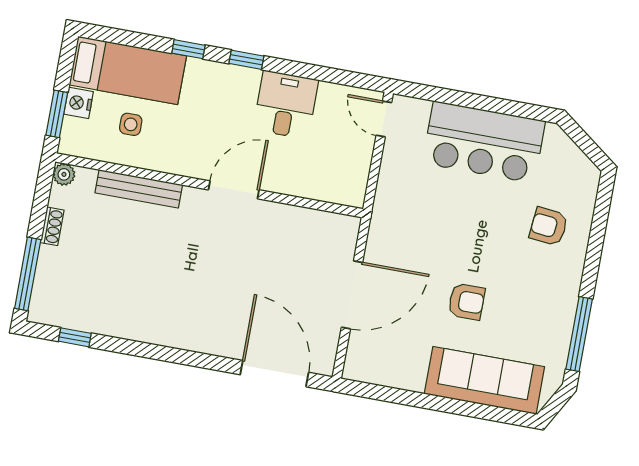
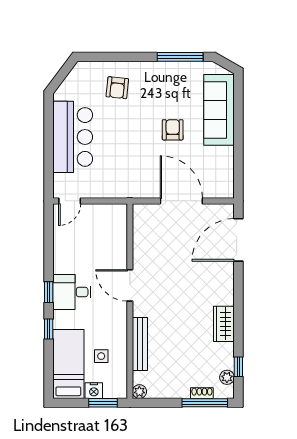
desk: (286, 105) -> (72, 292), moved
shoe rack: (52, 226) -> (202, 393), moved
plant: (61, 316) -> (227, 377), added
wardrobe: (146, 327) -> (224, 324), added

